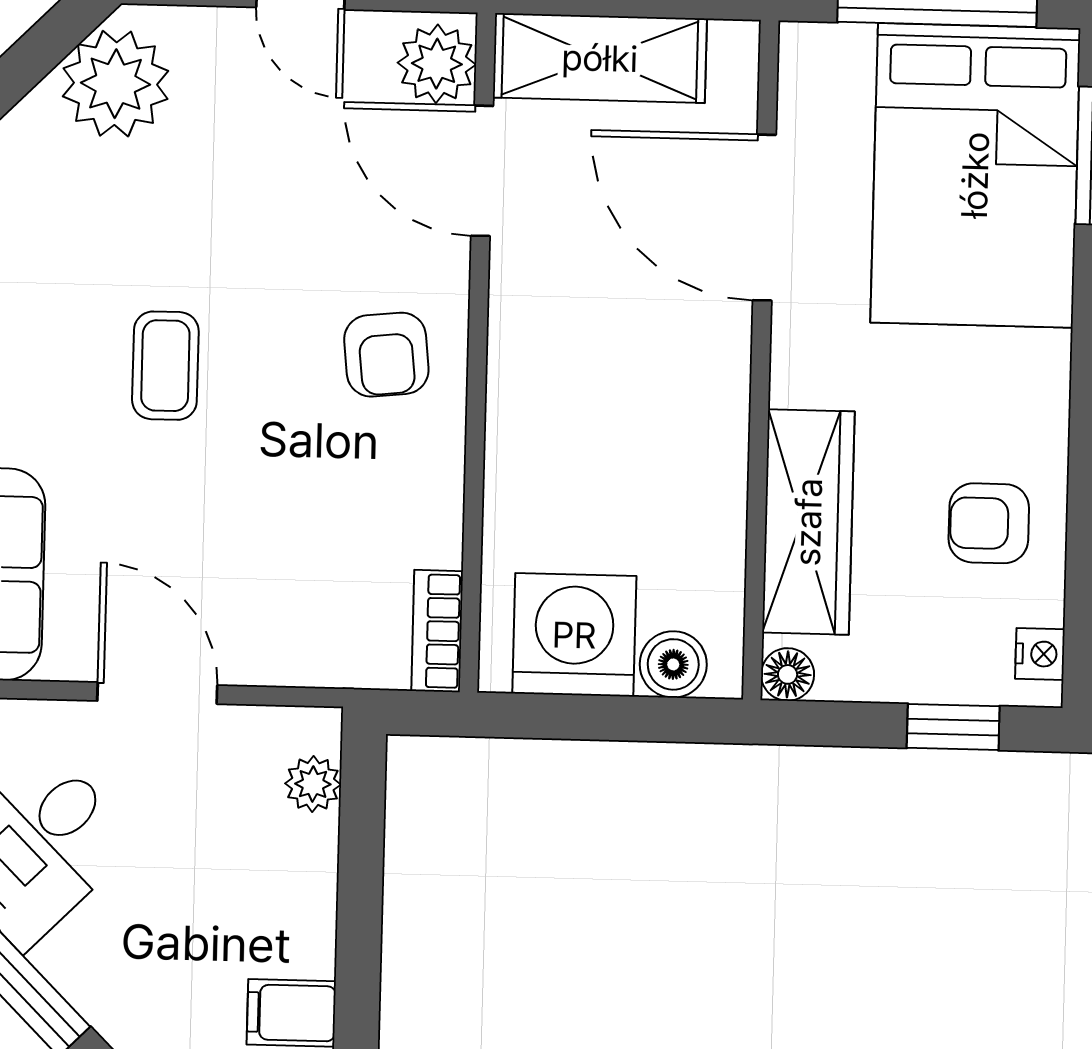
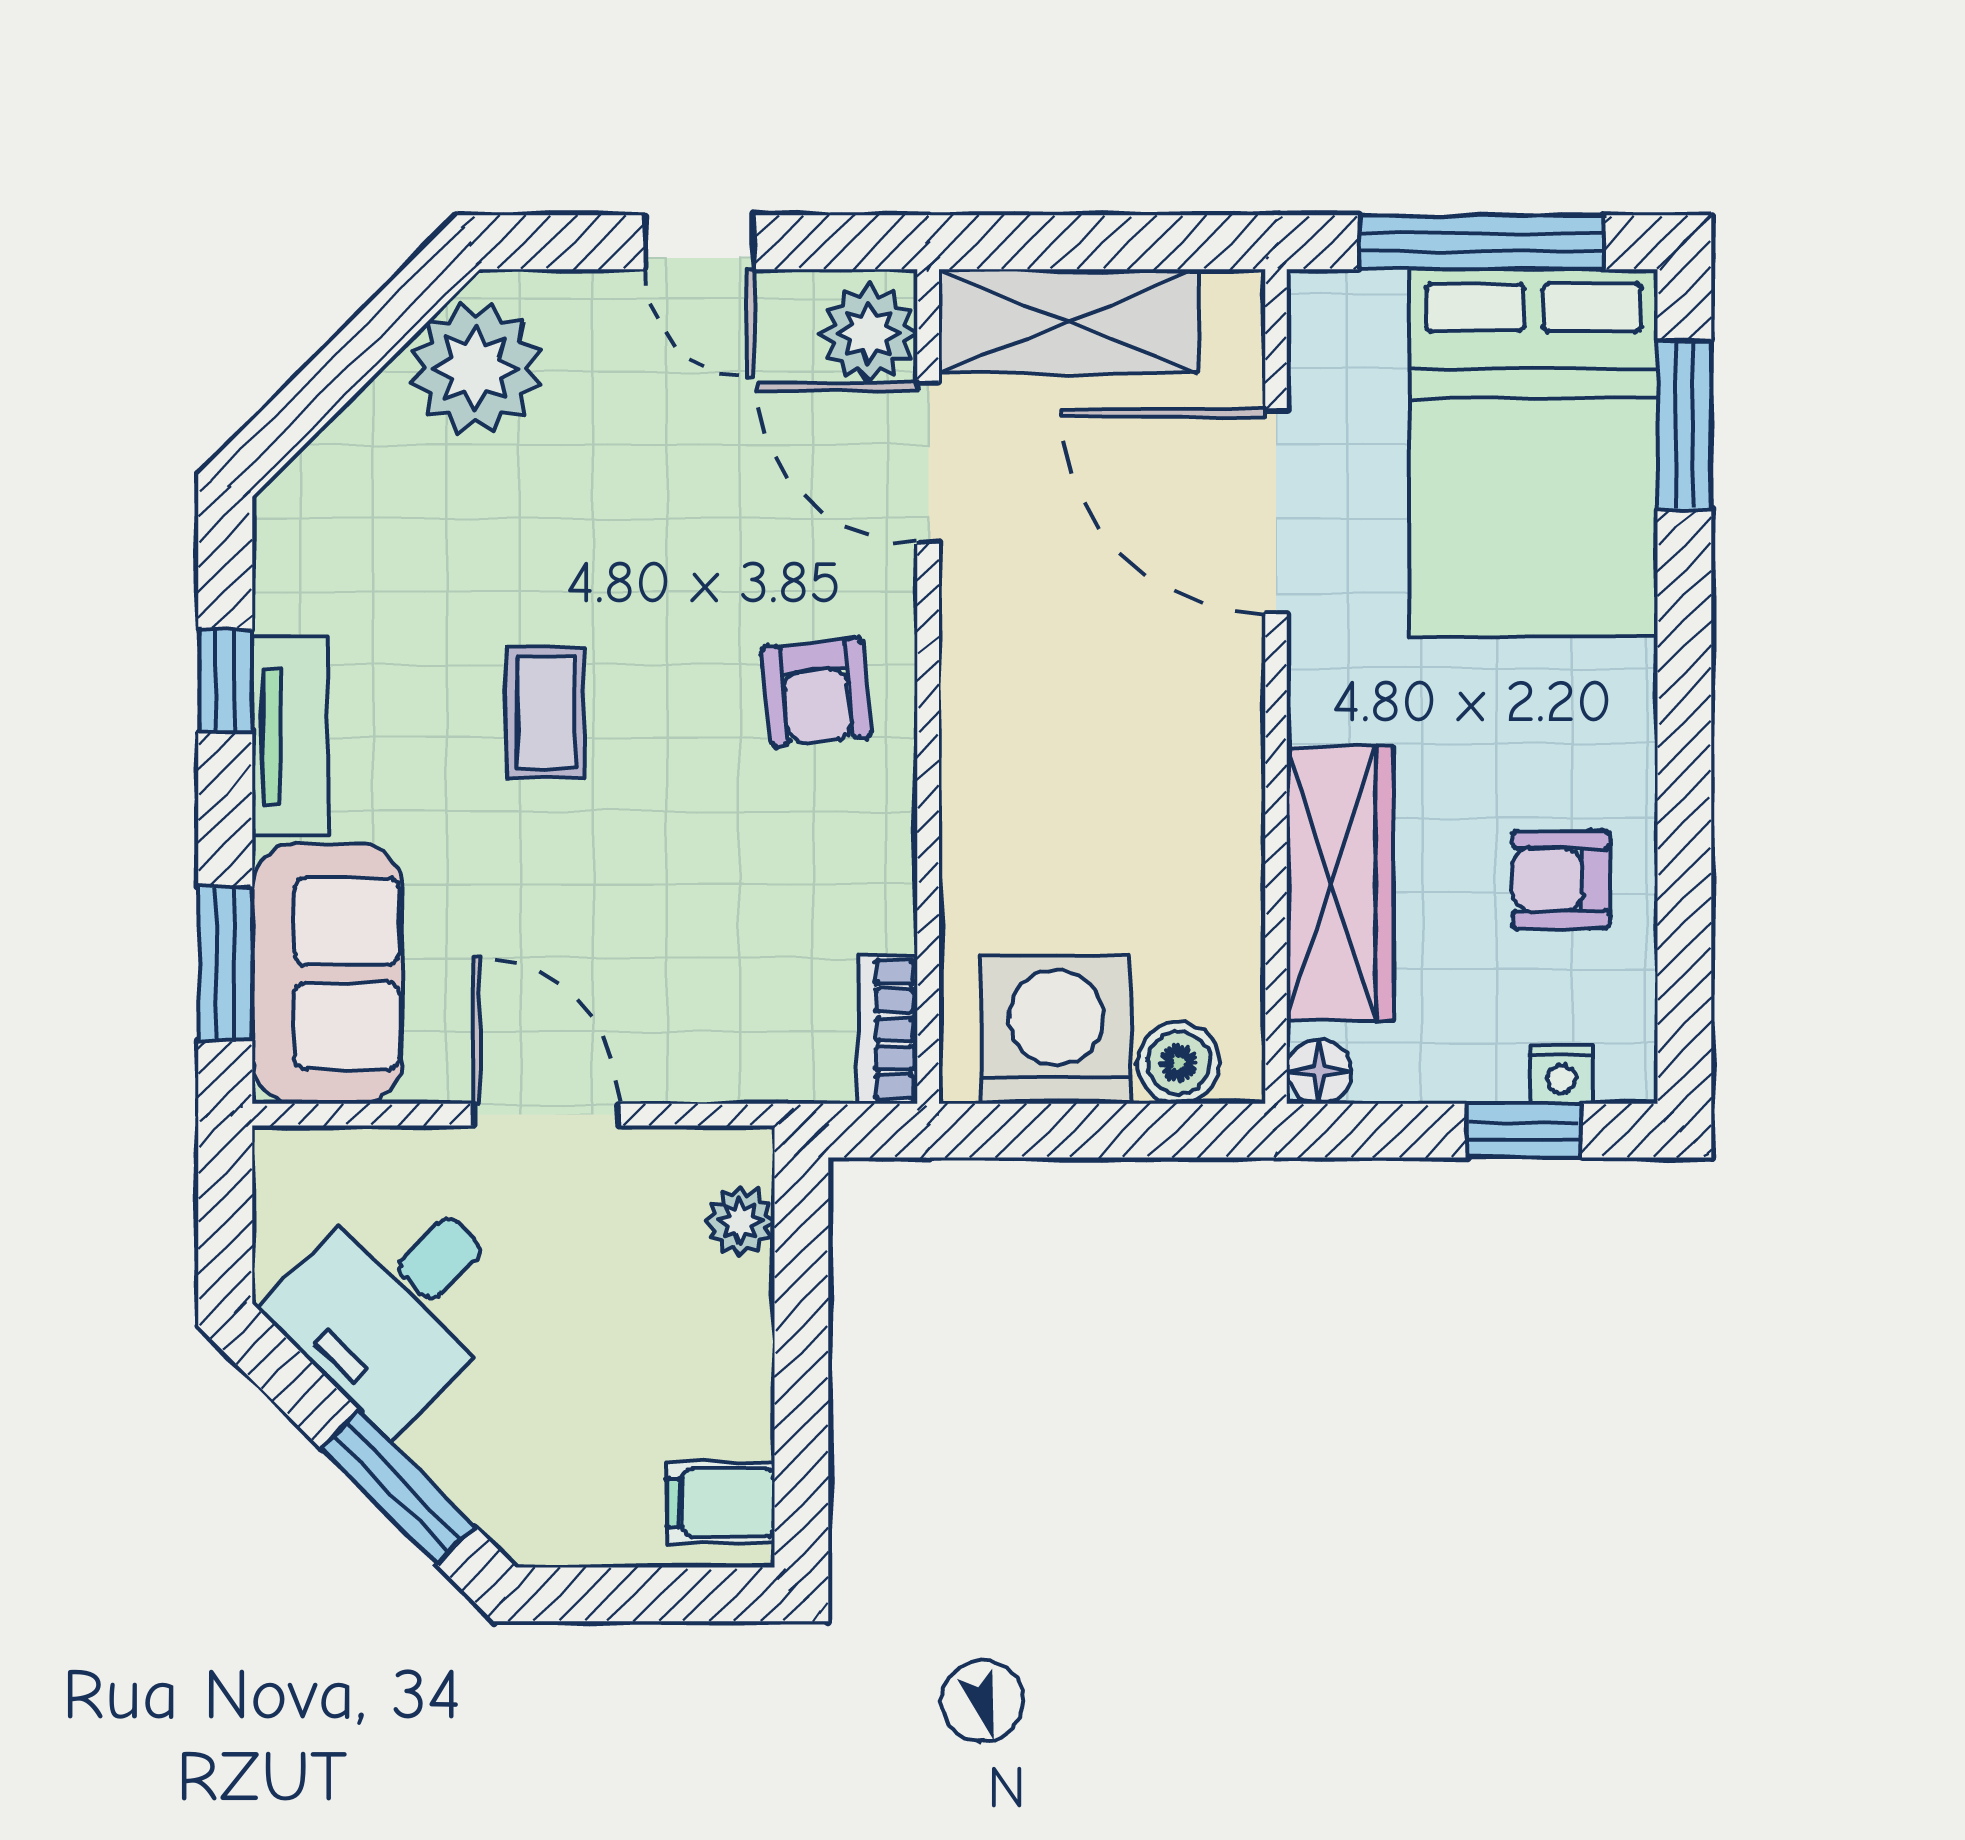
nightstand: (1040, 654) -> (1561, 1074), moved, turned 90

